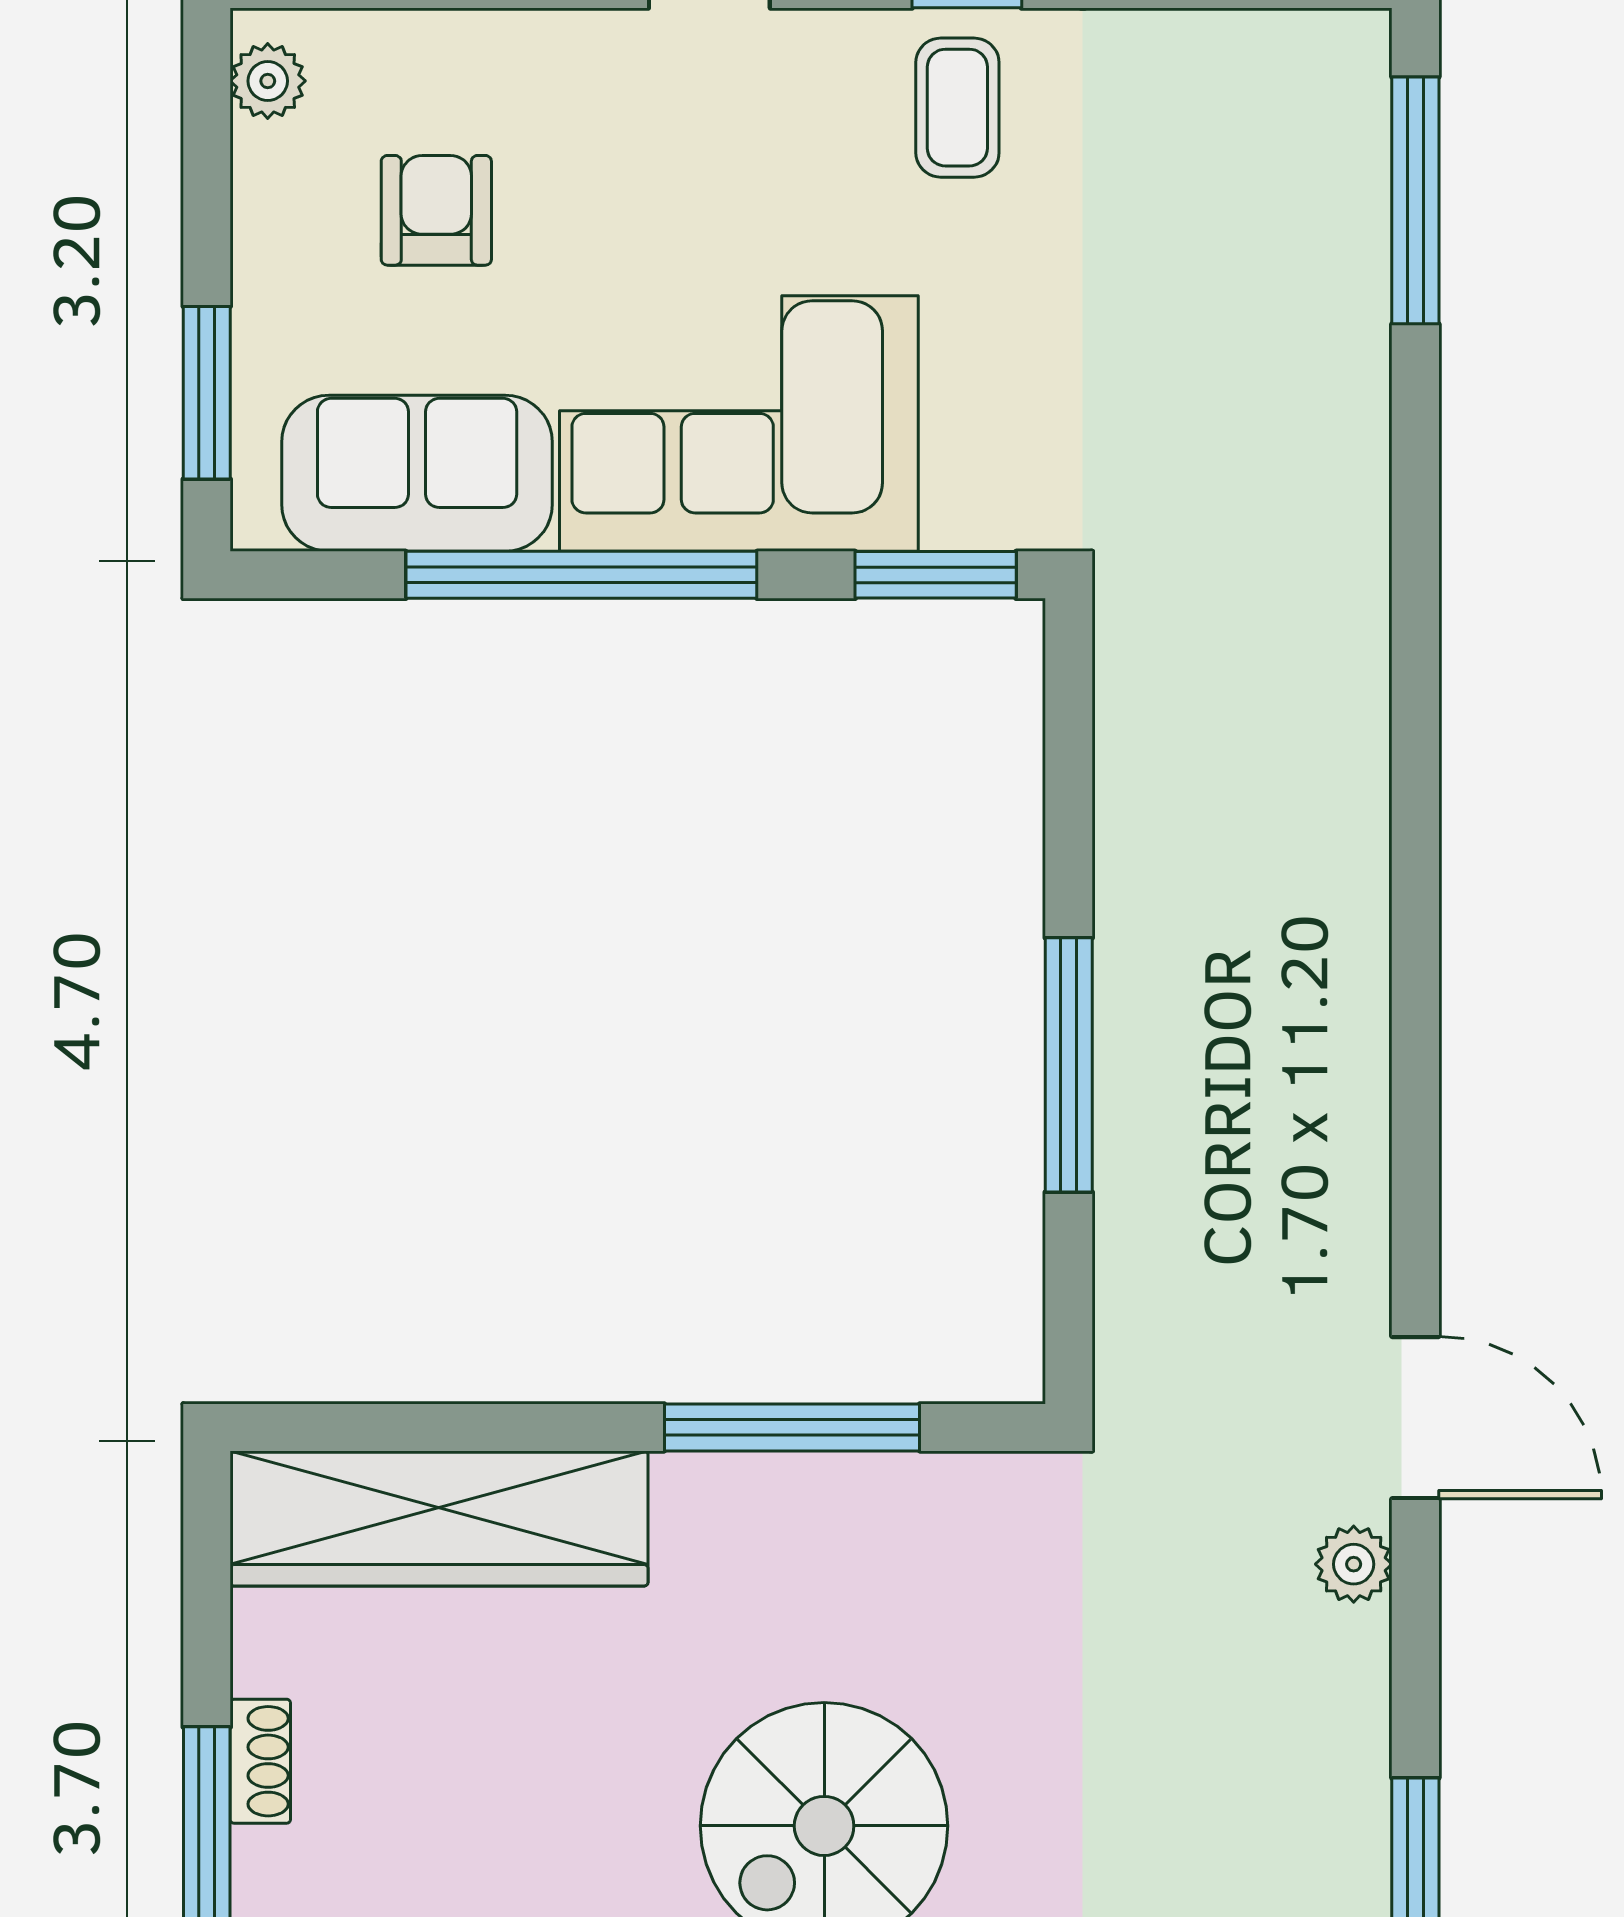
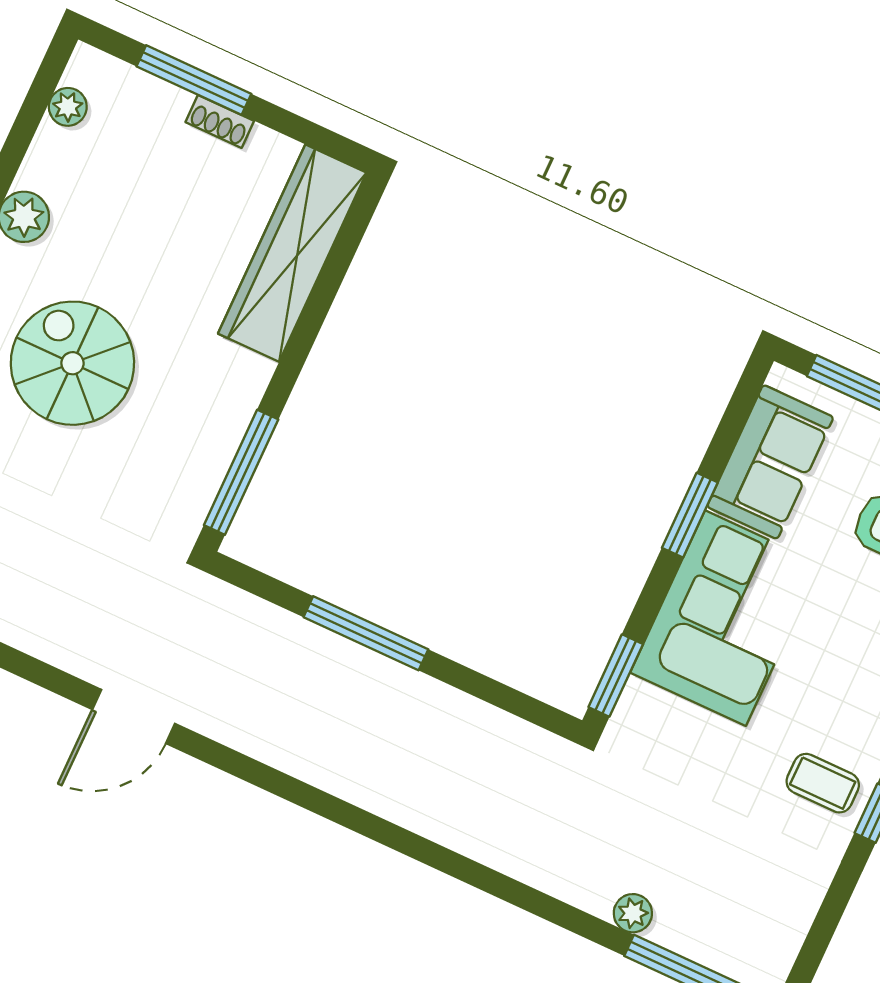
window: (581, 575) -> (690, 515), width x0.47
window: (792, 1427) -> (241, 472), moved
plant: (1354, 1564) -> (633, 913), moved

